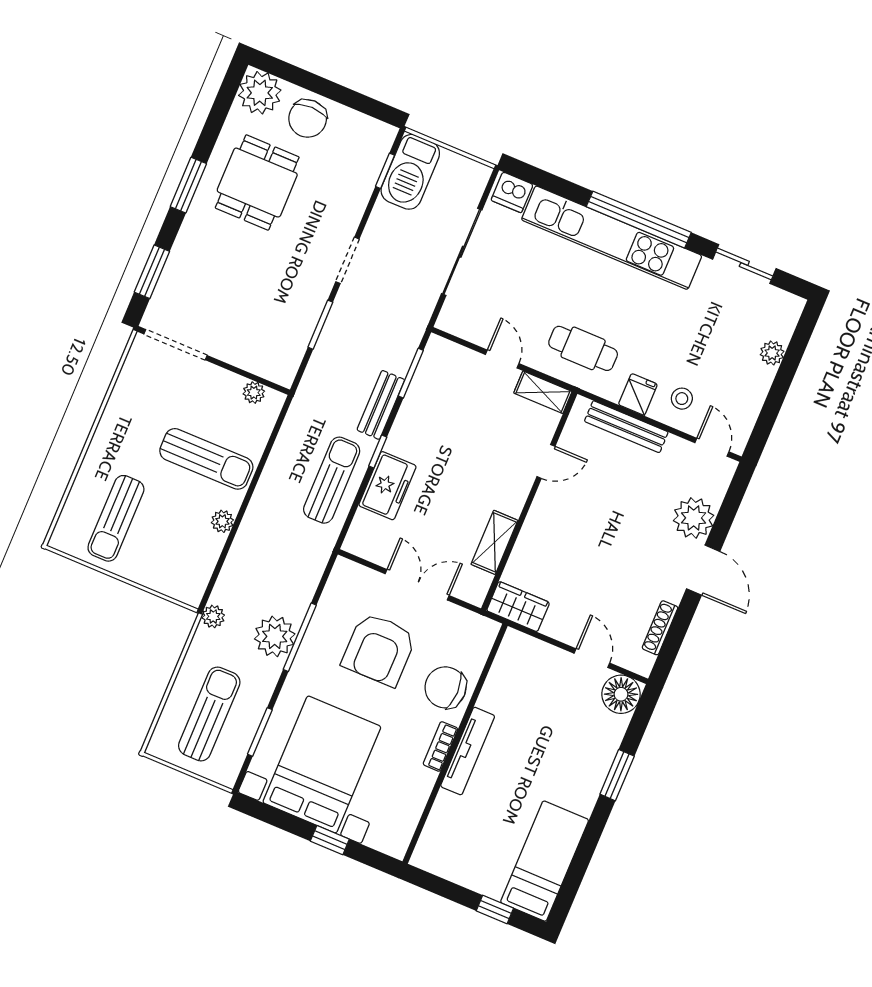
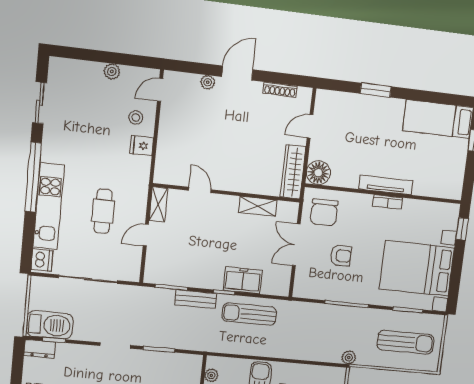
dresser: (378, 145) -> (40, 349), added
kitchen unit: (612, 238) -> (49, 206), width x0.73
cafe table: (583, 348) -> (103, 211), moved
plant: (772, 353) -> (112, 71), moved
bench: (626, 427) -> (164, 147), removed
plant: (694, 518) -> (208, 82), width x0.53, depth x0.53
plant: (222, 521) -> (292, 370), removed
wardrobe: (518, 607) -> (293, 172), width x1.50
plant: (275, 636) -> (350, 319), removed
armchair: (379, 649) -> (341, 256), width x0.53, depth x0.53
chair: (446, 687) -> (324, 212), moved
floor lamp: (621, 694) -> (318, 173), moved
sun lounger: (209, 714) -> (405, 342), turned 180
window: (330, 840) -> (462, 229), moved

